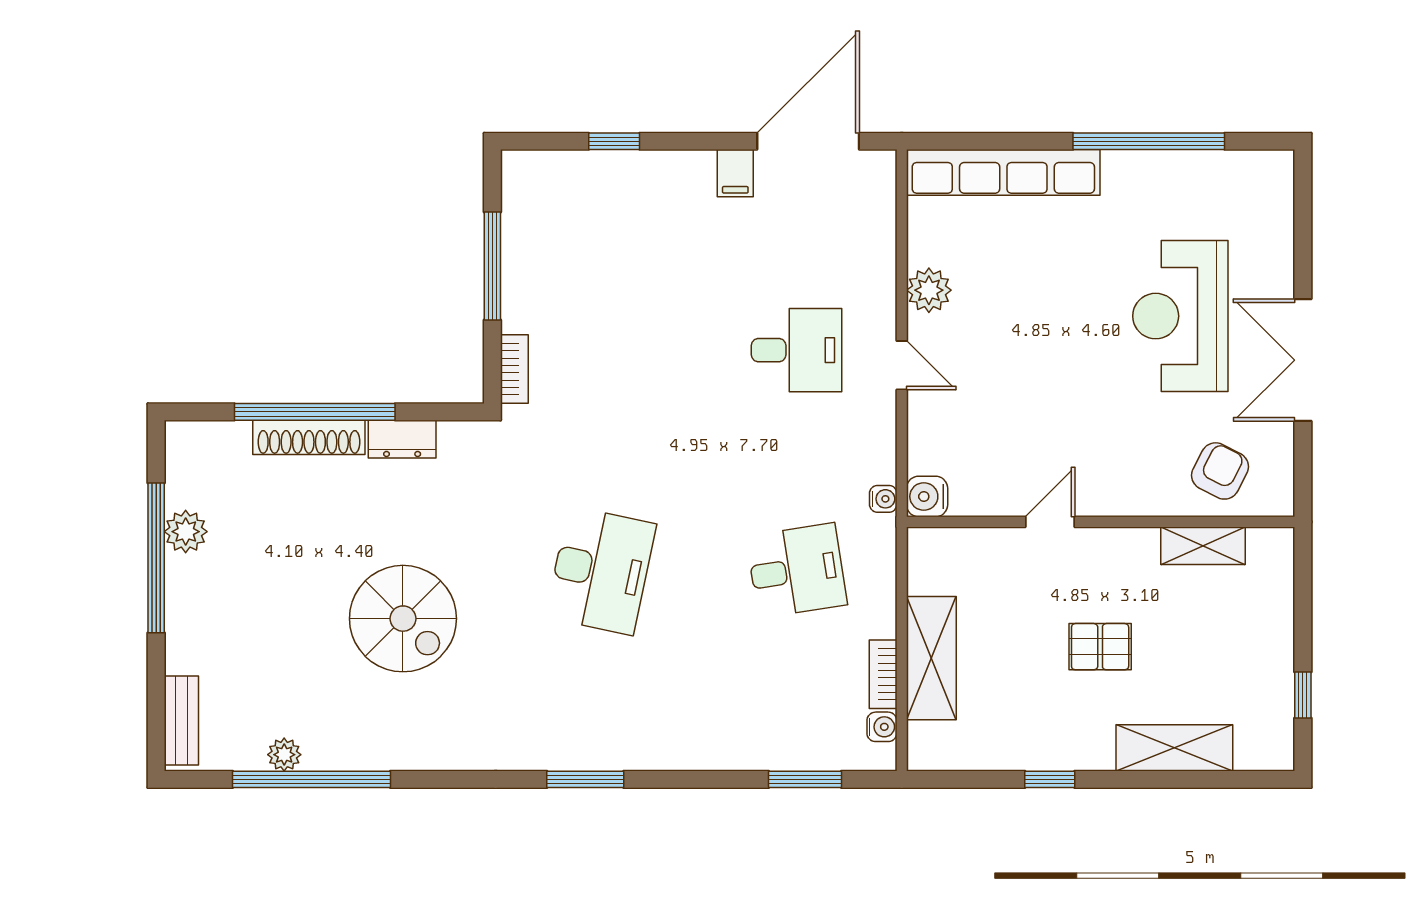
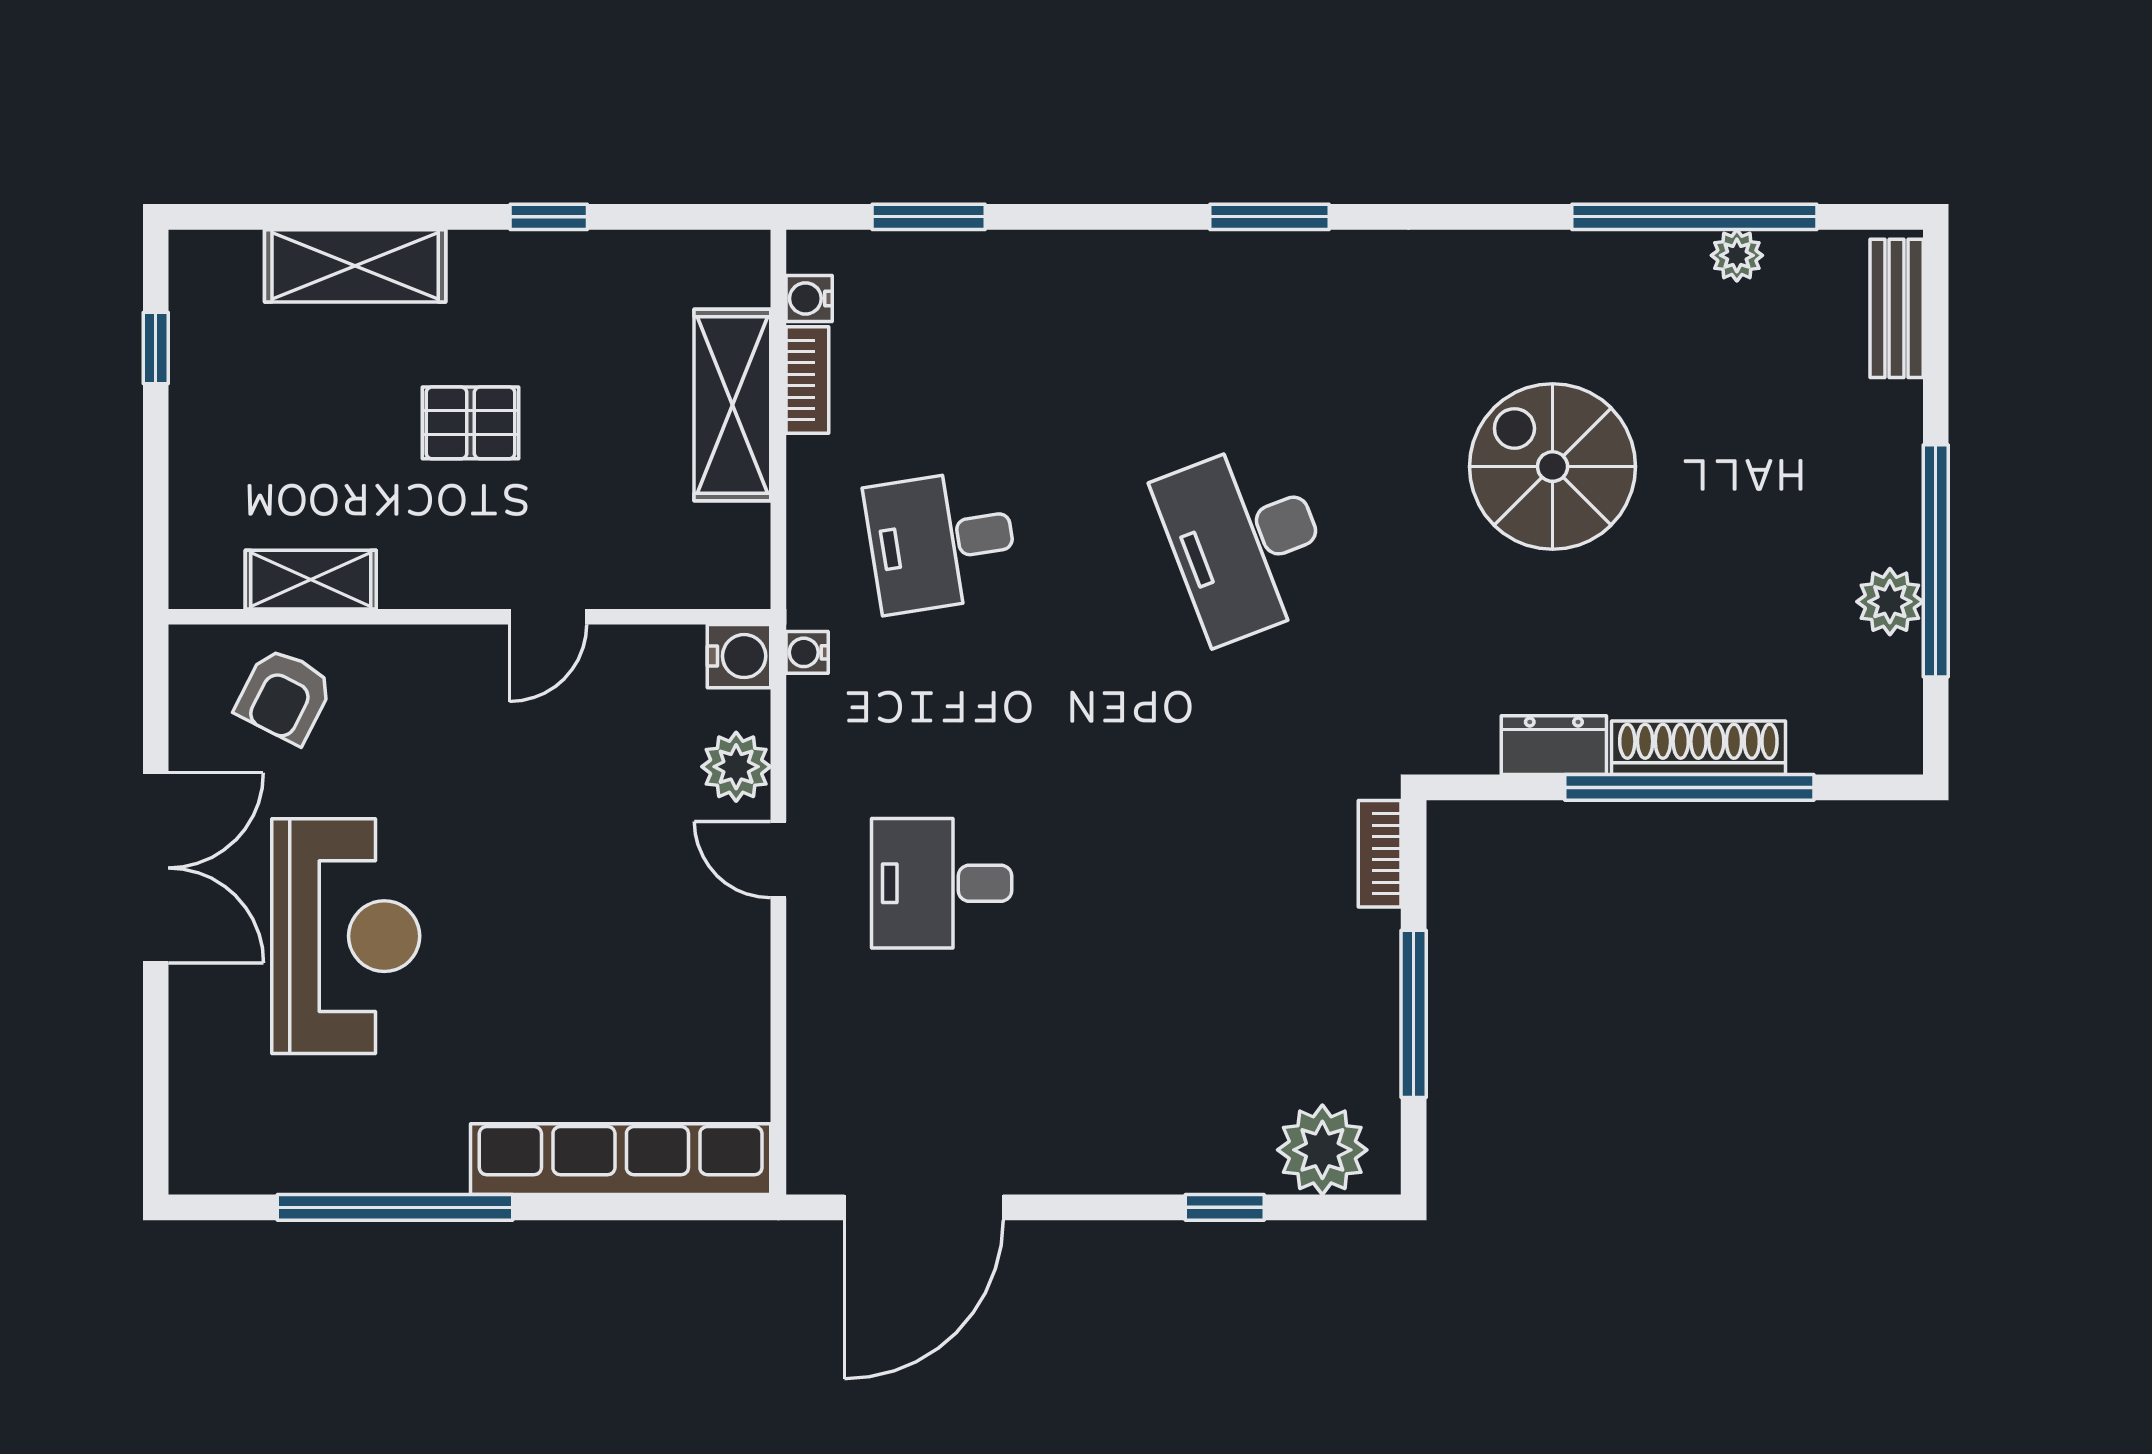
filing cabinet: (735, 173) -> (1037, 1158), removed
plant: (551, 178) -> (1322, 1150), added
plant: (929, 290) -> (736, 767), moved
desk: (601, 571) -> (1245, 541), turned -33

